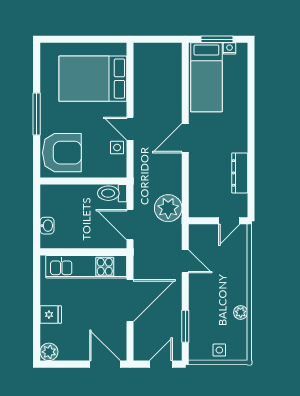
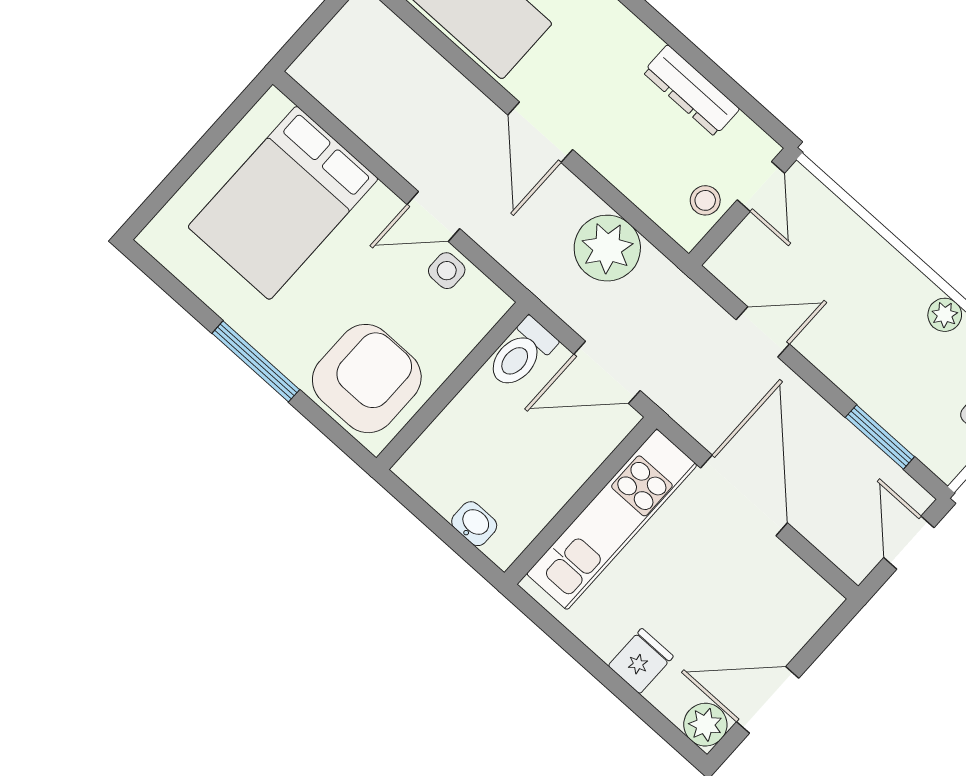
stool: (210, 207) -> (705, 200), added
plant: (168, 208) -> (607, 248), moved
door: (105, 364) -> (768, 700), moved

